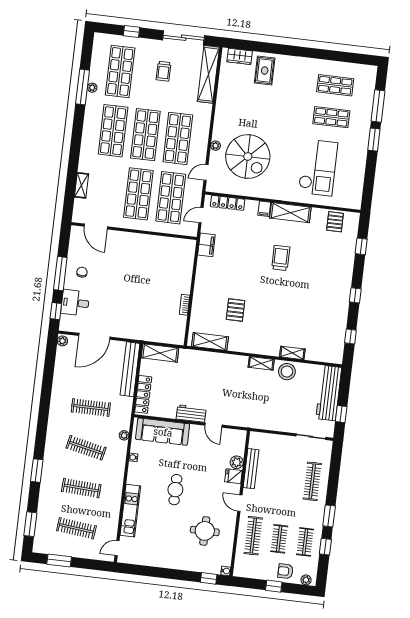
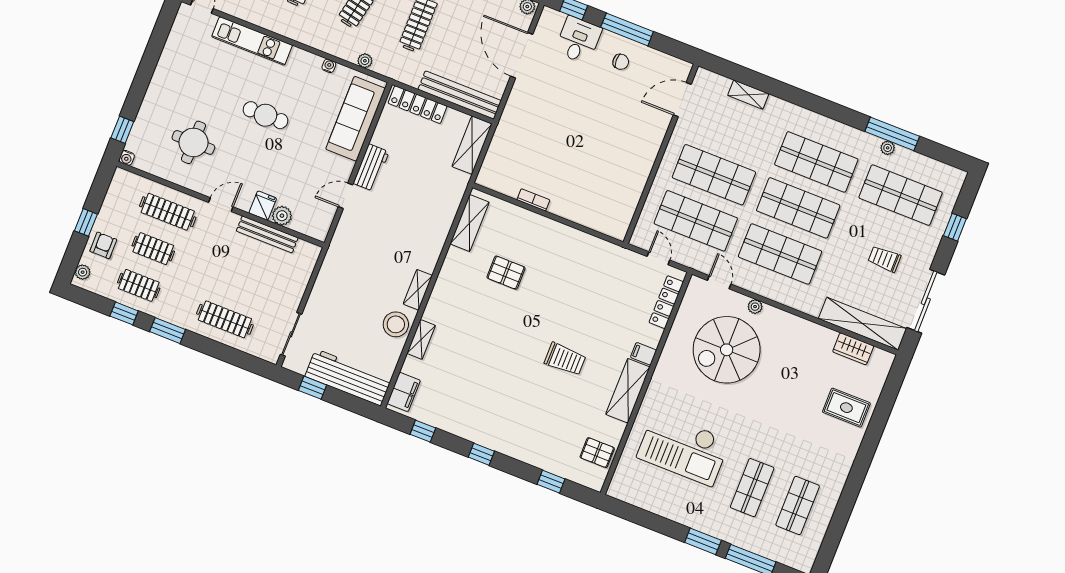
wardrobe: (240, 56) -> (853, 349), moved, turned -90
filing cabinet: (206, 245) -> (404, 392), moved, turned -90

